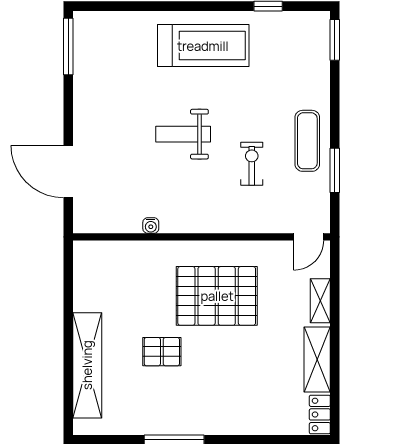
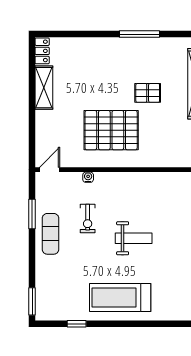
water cooler: (151, 225) -> (88, 177), moved
shelving: (320, 301) -> (42, 127), removed

